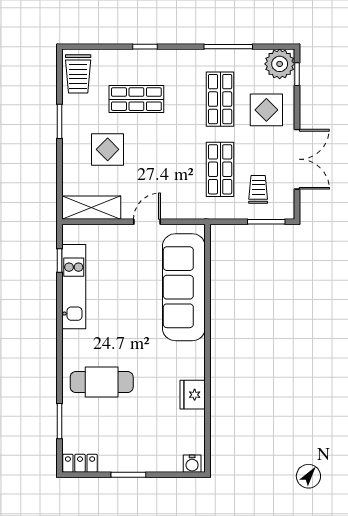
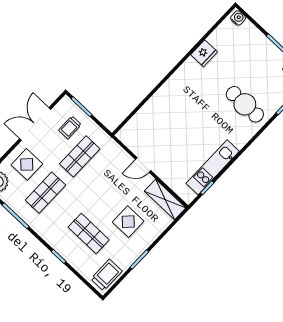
sofa: (184, 287) -> (156, 113), removed

